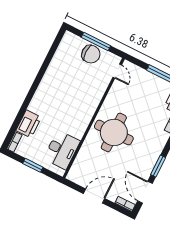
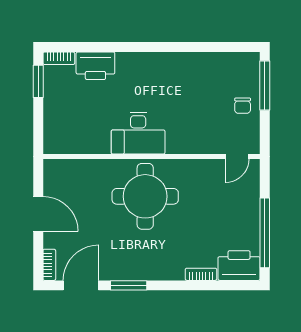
window: (96, 41) -> (265, 85), moved
chair: (91, 54) -> (243, 106), width x0.54, depth x0.54
desk: (62, 150) -> (138, 133), moved
window: (33, 165) -> (38, 81), moved

